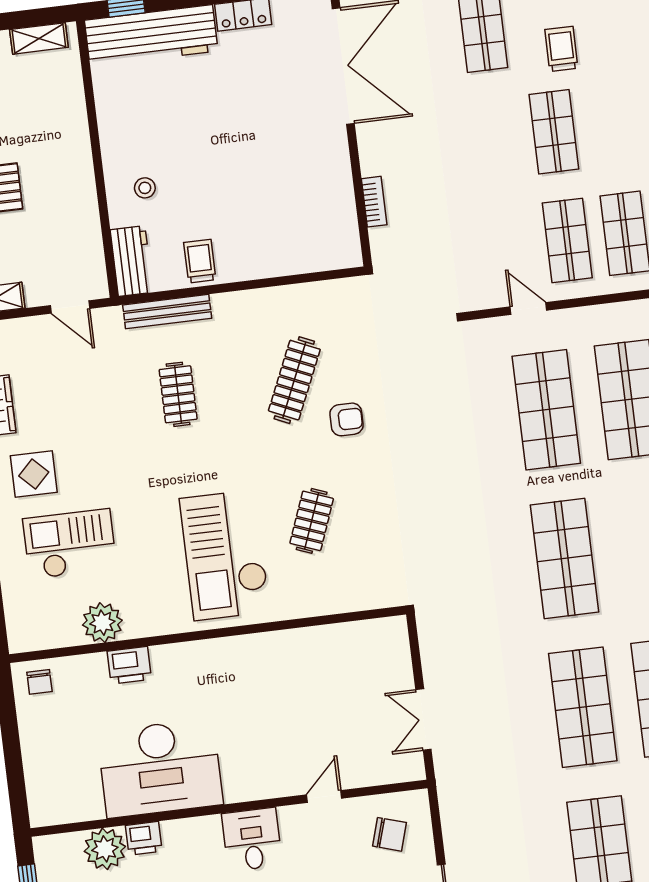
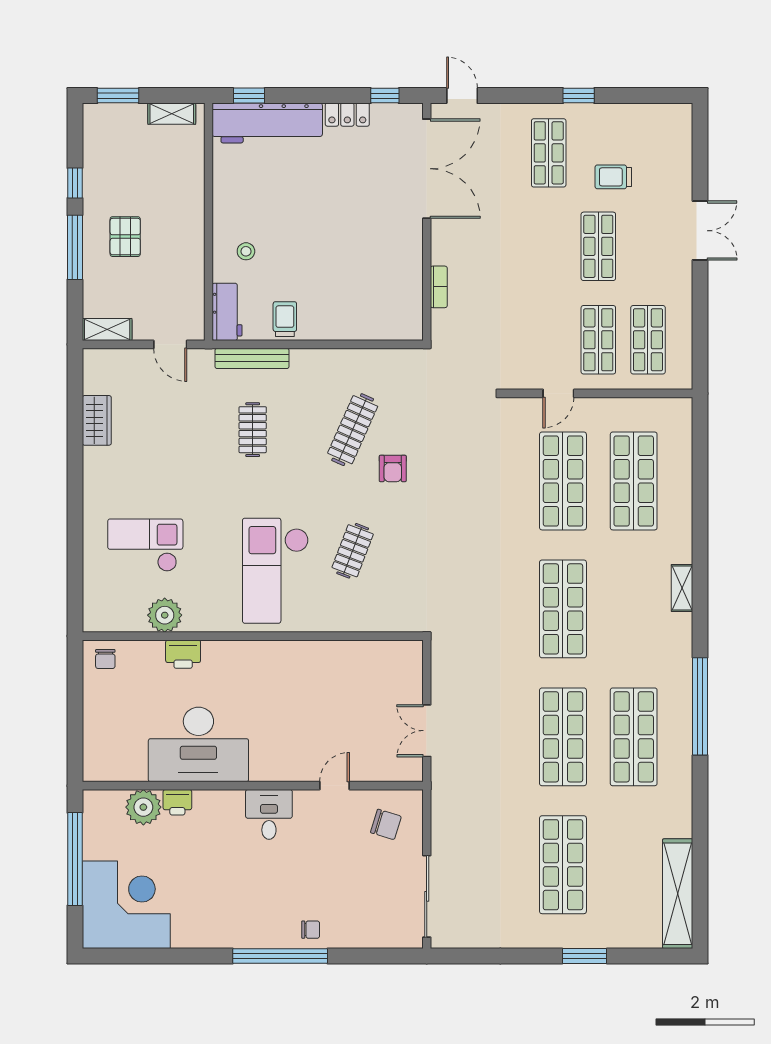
trolley: (561, 49) -> (613, 177), turned -90
door: (528, 309) -> (558, 393), swing flipped
armchair: (347, 419) -> (393, 468), turned 90
display table: (34, 474) -> (122, 482), removed

